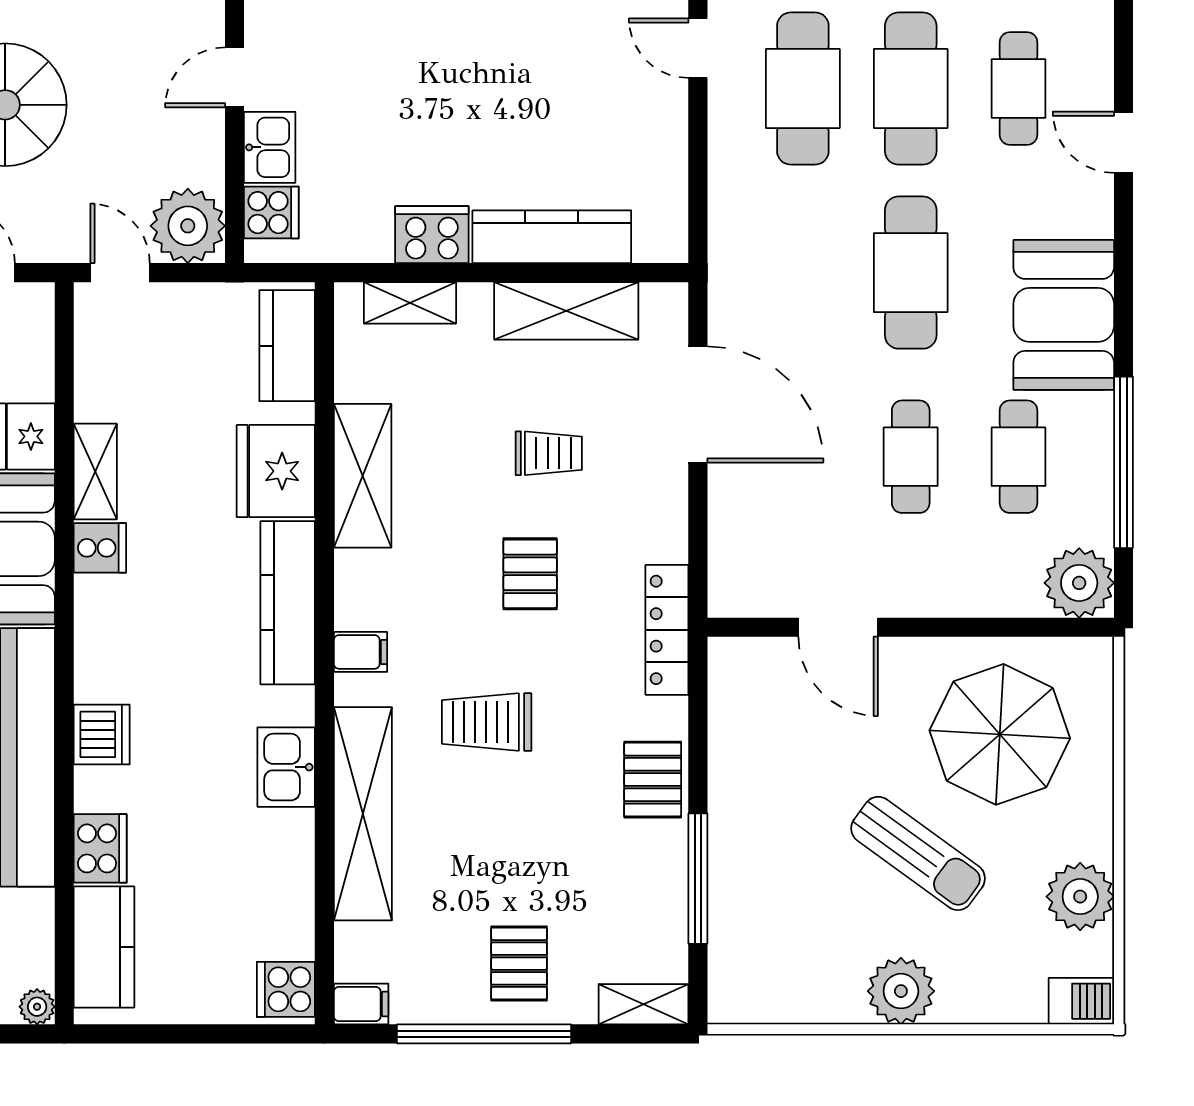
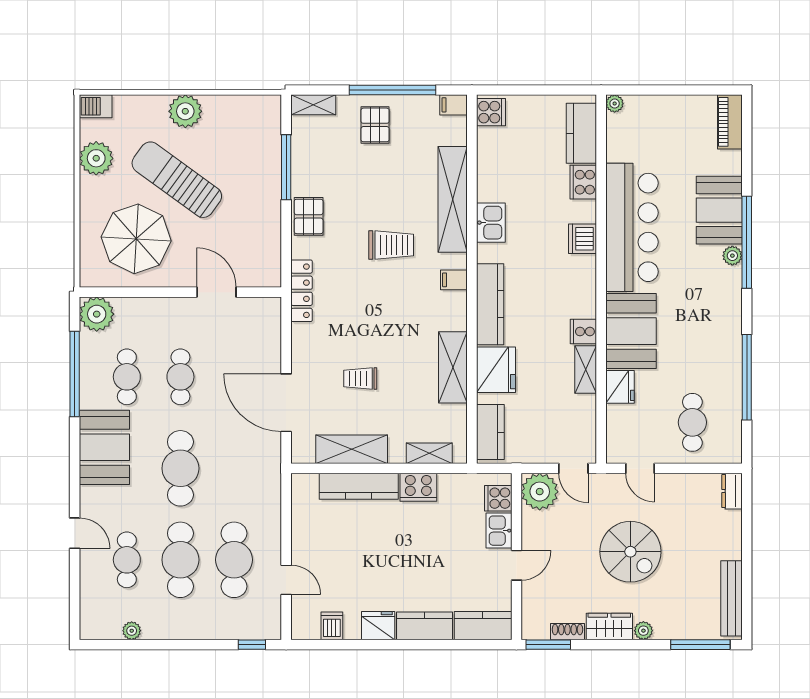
pallet: (530, 574) -> (370, 319), removed
sun lounger: (918, 853) -> (177, 180), width x1.36, depth x1.34

